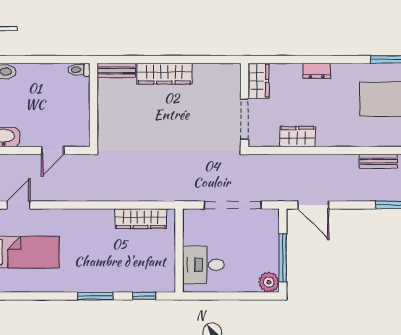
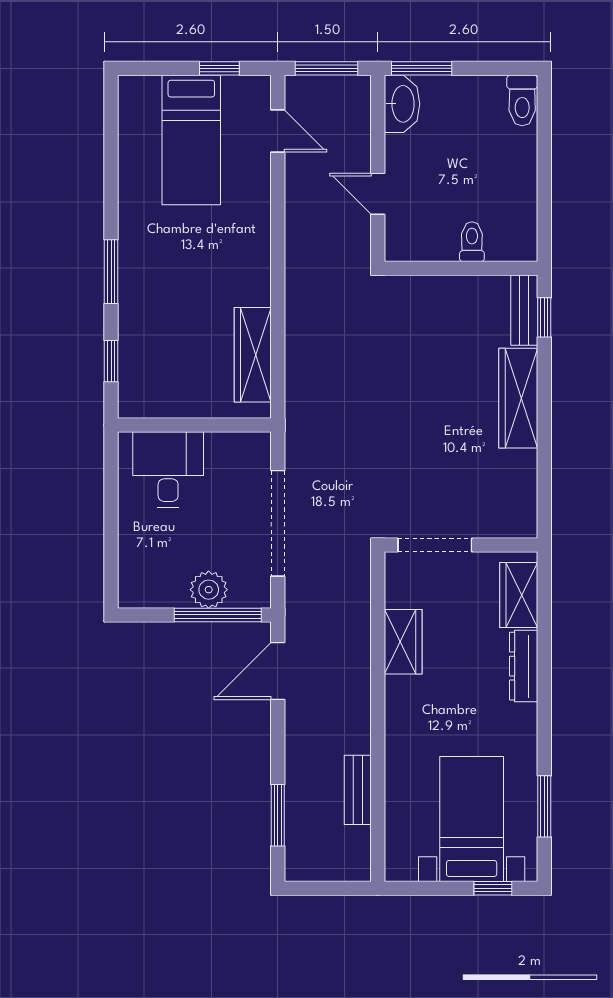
window: (120, 59) -> (544, 317), added
toilet: (79, 70) -> (472, 242), moved
dresser: (317, 71) -> (524, 666), width x1.44
wardrobe: (258, 81) -> (519, 595), moved, turned 90
window: (283, 258) -> (218, 615), moved
plant: (269, 282) -> (209, 590), moved

